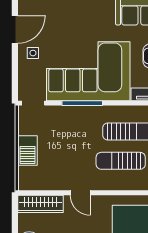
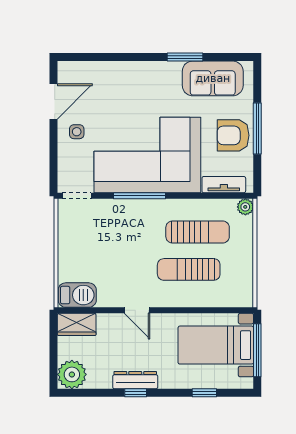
barbecue: (28, 151) -> (77, 295), moved, turned -90
wardrobe: (40, 204) -> (77, 324), width x0.67

